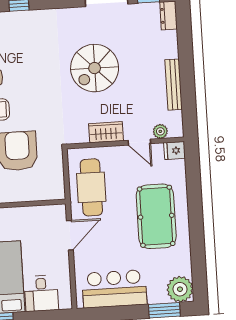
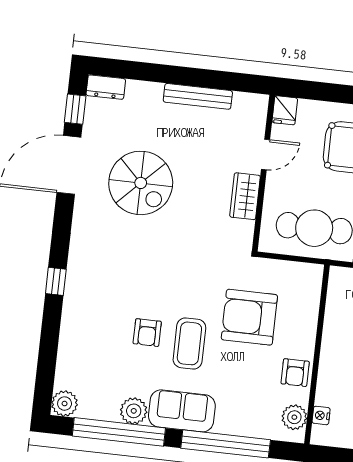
spiral stairs: (95, 68) -> (141, 183), moved
plant: (160, 131) -> (256, 125), removed

